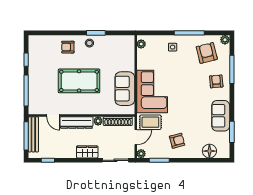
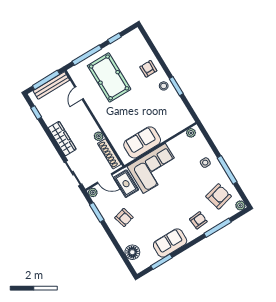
pool table: (79, 81) -> (109, 77), moved
dresser: (76, 123) -> (85, 118), removed
wardrobe: (87, 152) -> (62, 139), width x1.50

